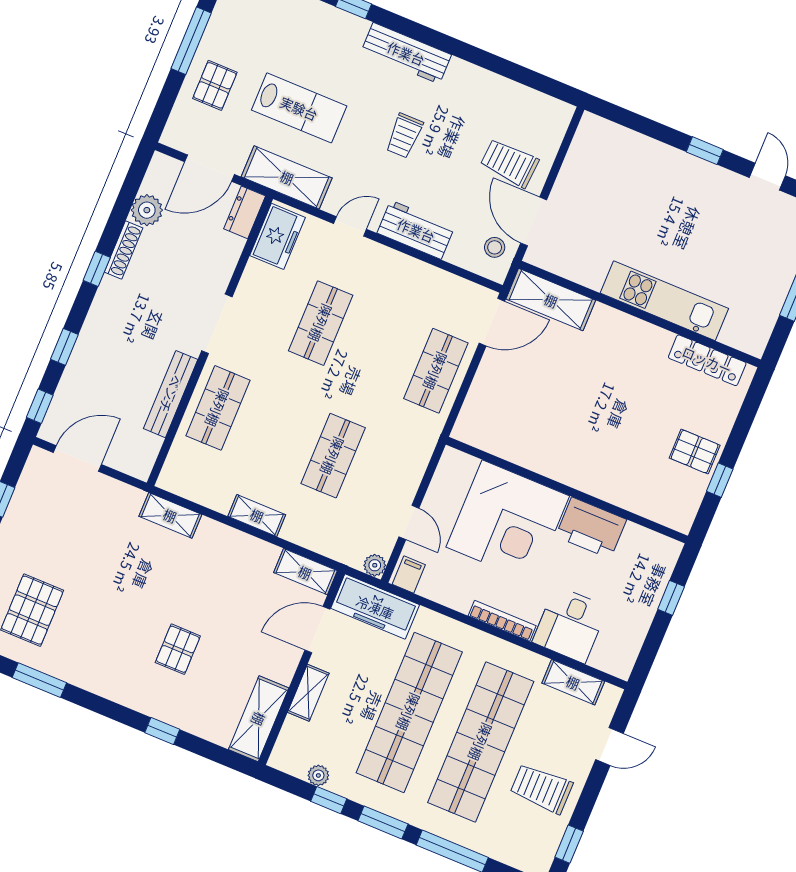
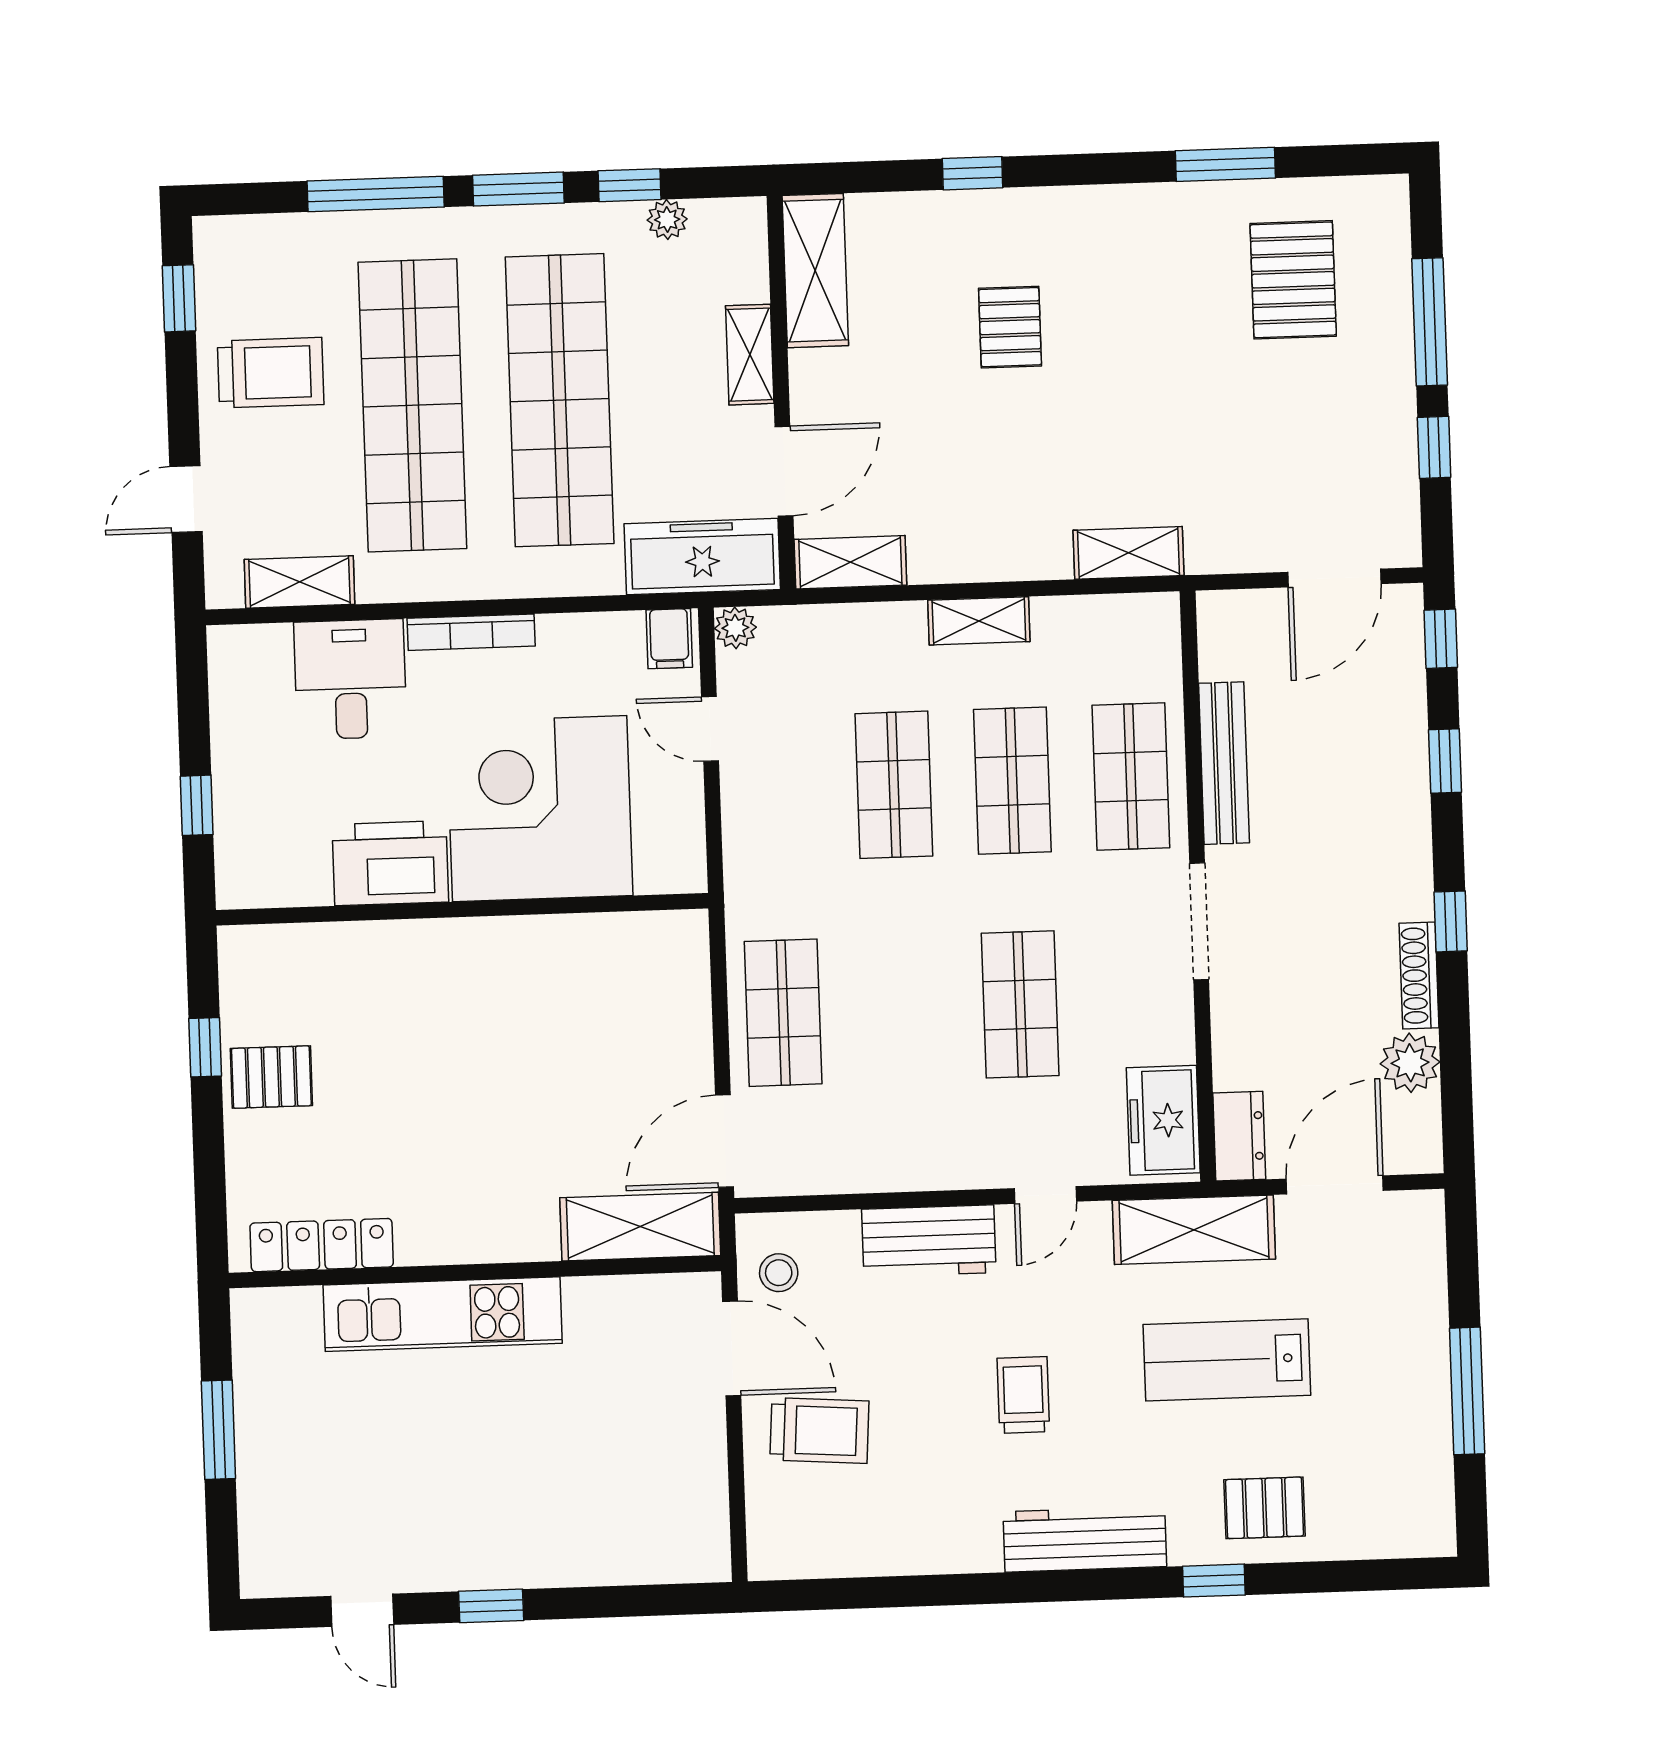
pallet: (215, 85) -> (1264, 1508), moved, turned 90
shop shelf: (276, 432) -> (1012, 781), added

